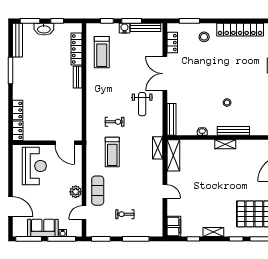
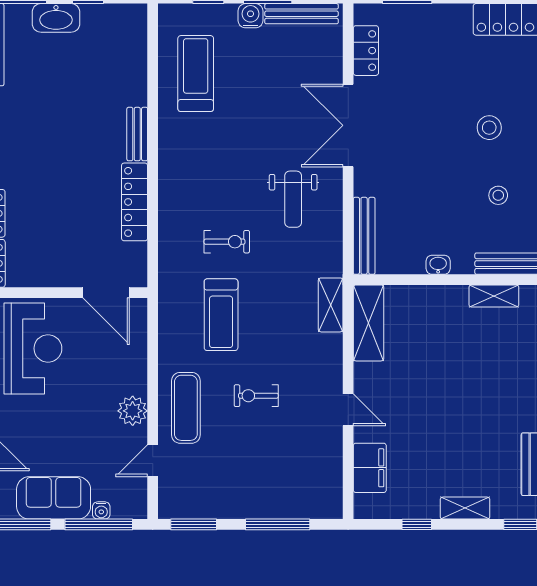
stool: (204, 37) -> (489, 128), moved
locker: (76, 49) -> (135, 202), moved
treadmill: (102, 52) -> (196, 74), turned 180
exercise bike: (125, 214) -> (256, 396), moved
filing cabinet: (174, 226) -> (370, 468), moved

